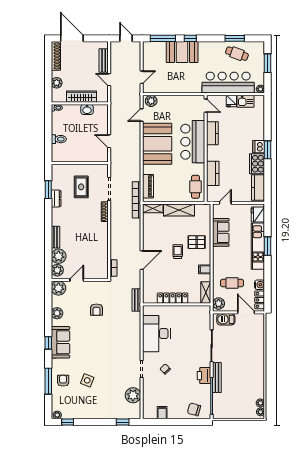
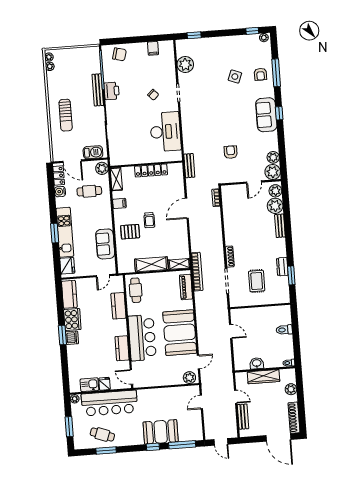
plant: (57, 313) -> (273, 157), moved
sun lounger: (249, 356) -> (66, 115), added

